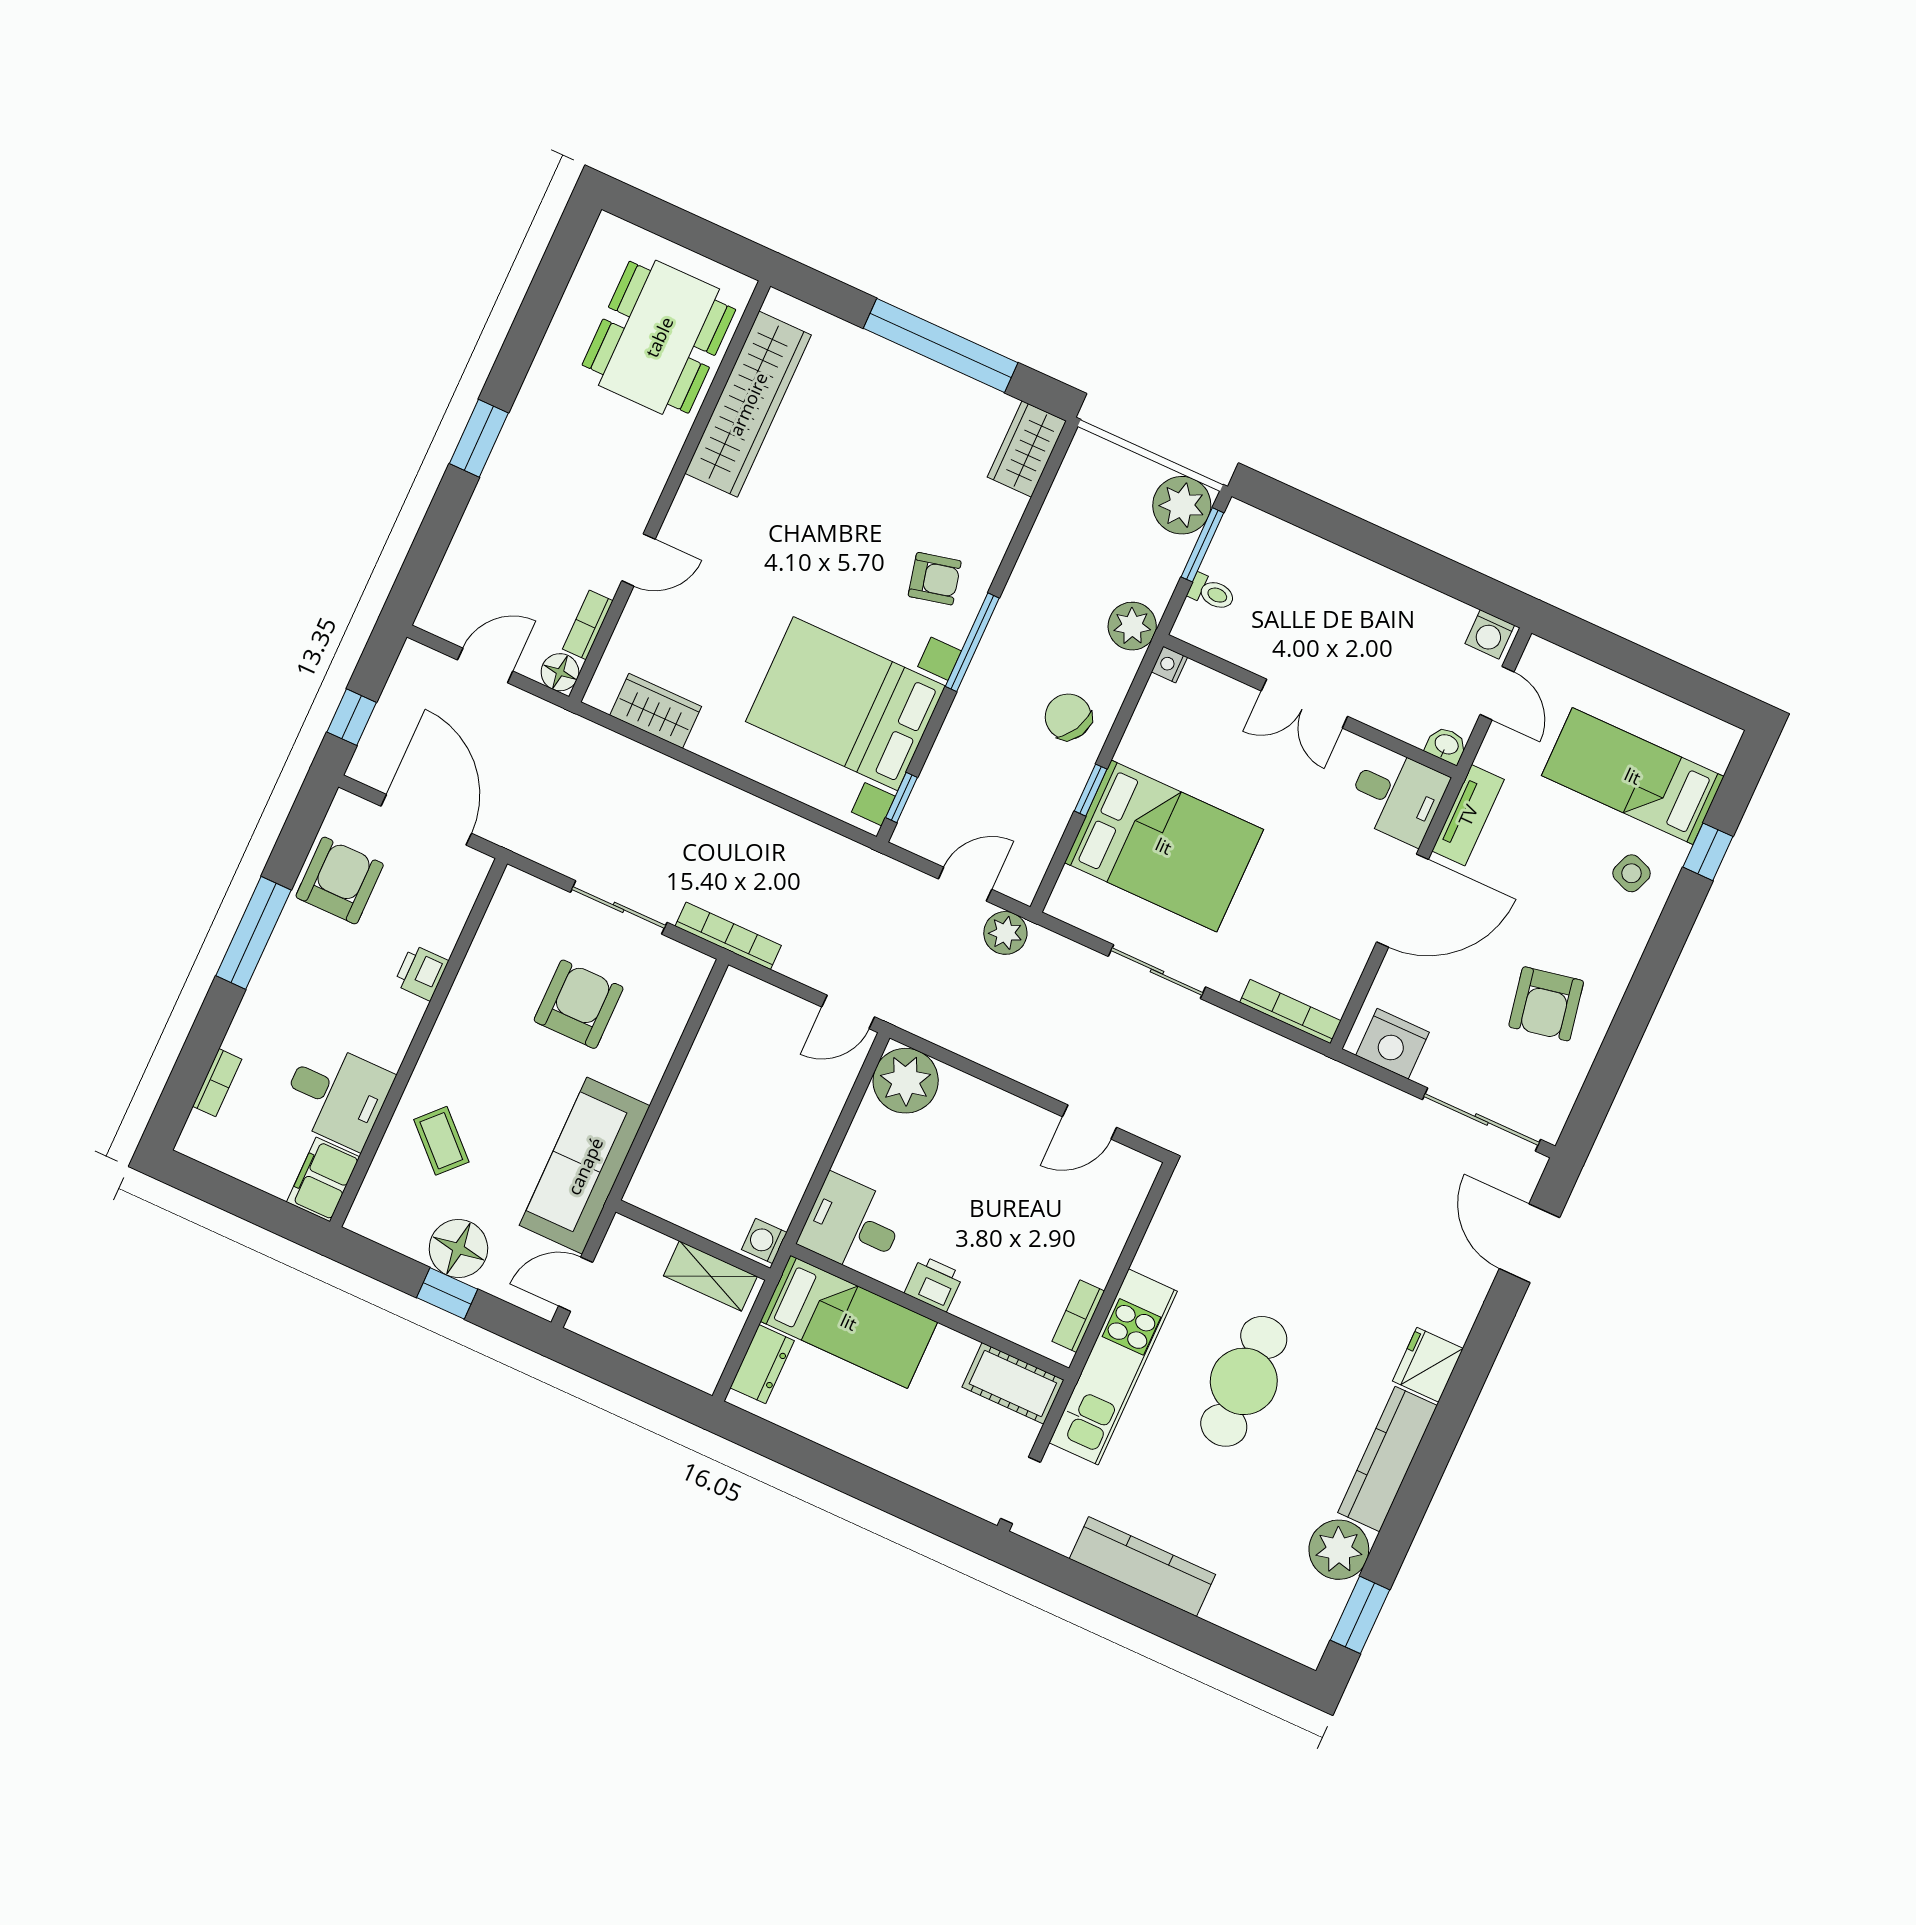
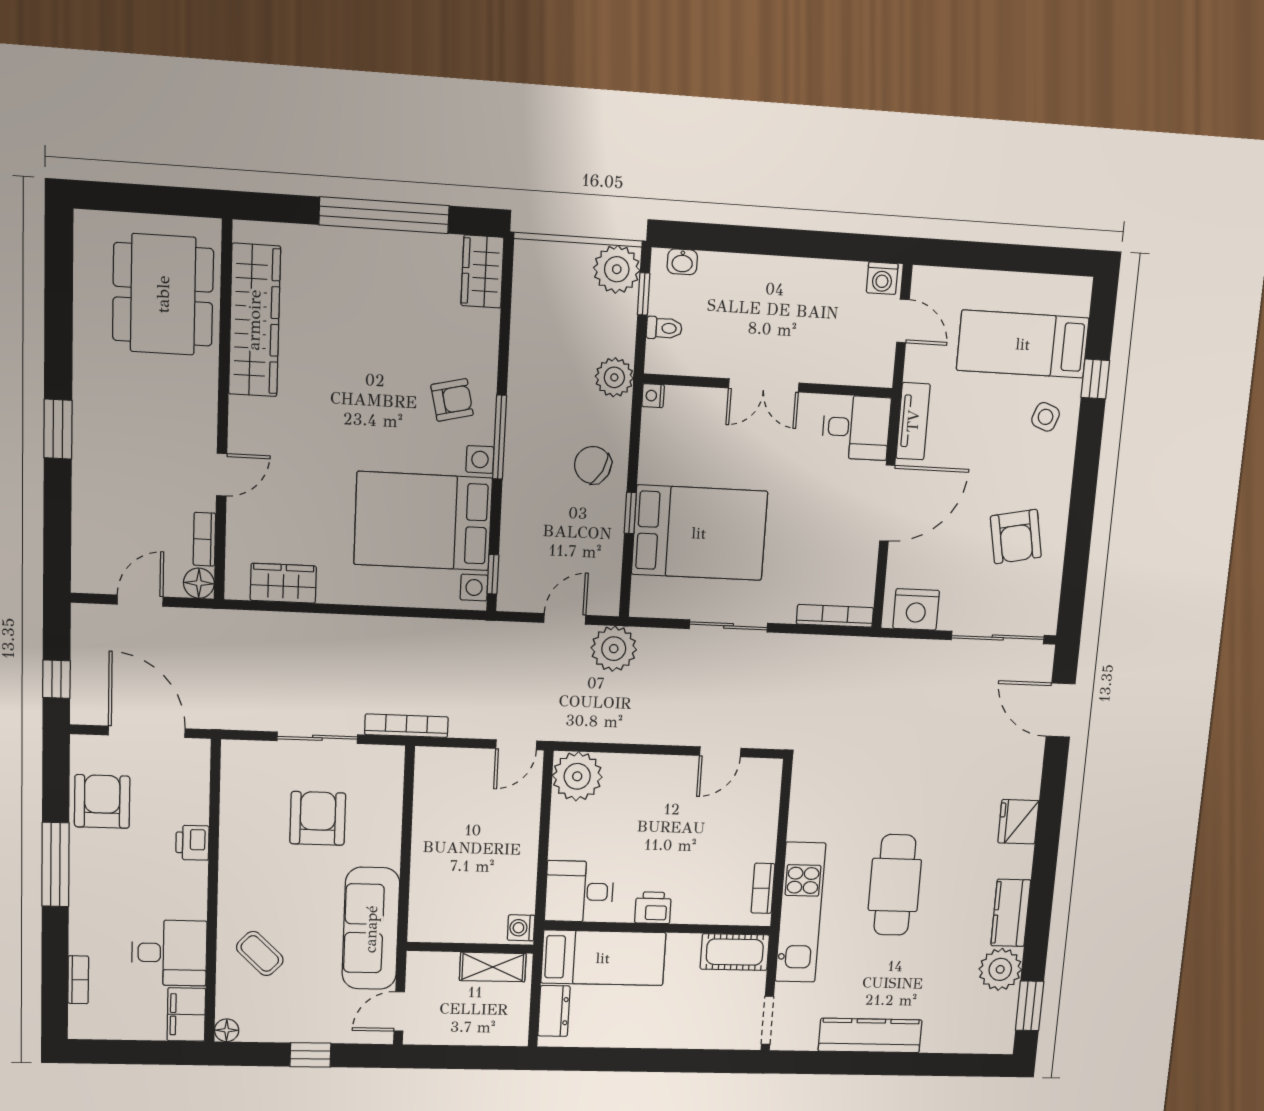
window: (1202, 545) -> (644, 294), width x0.67
washbasin: (1446, 745) -> (682, 262), moved, turned 180
plant: (1005, 933) -> (614, 649), width x1.36, depth x1.36
floor lamp: (458, 1248) -> (227, 1030), moved, width x0.53, depth x0.53
kitchen counter: (1387, 1459) -> (1011, 913), width x0.67

